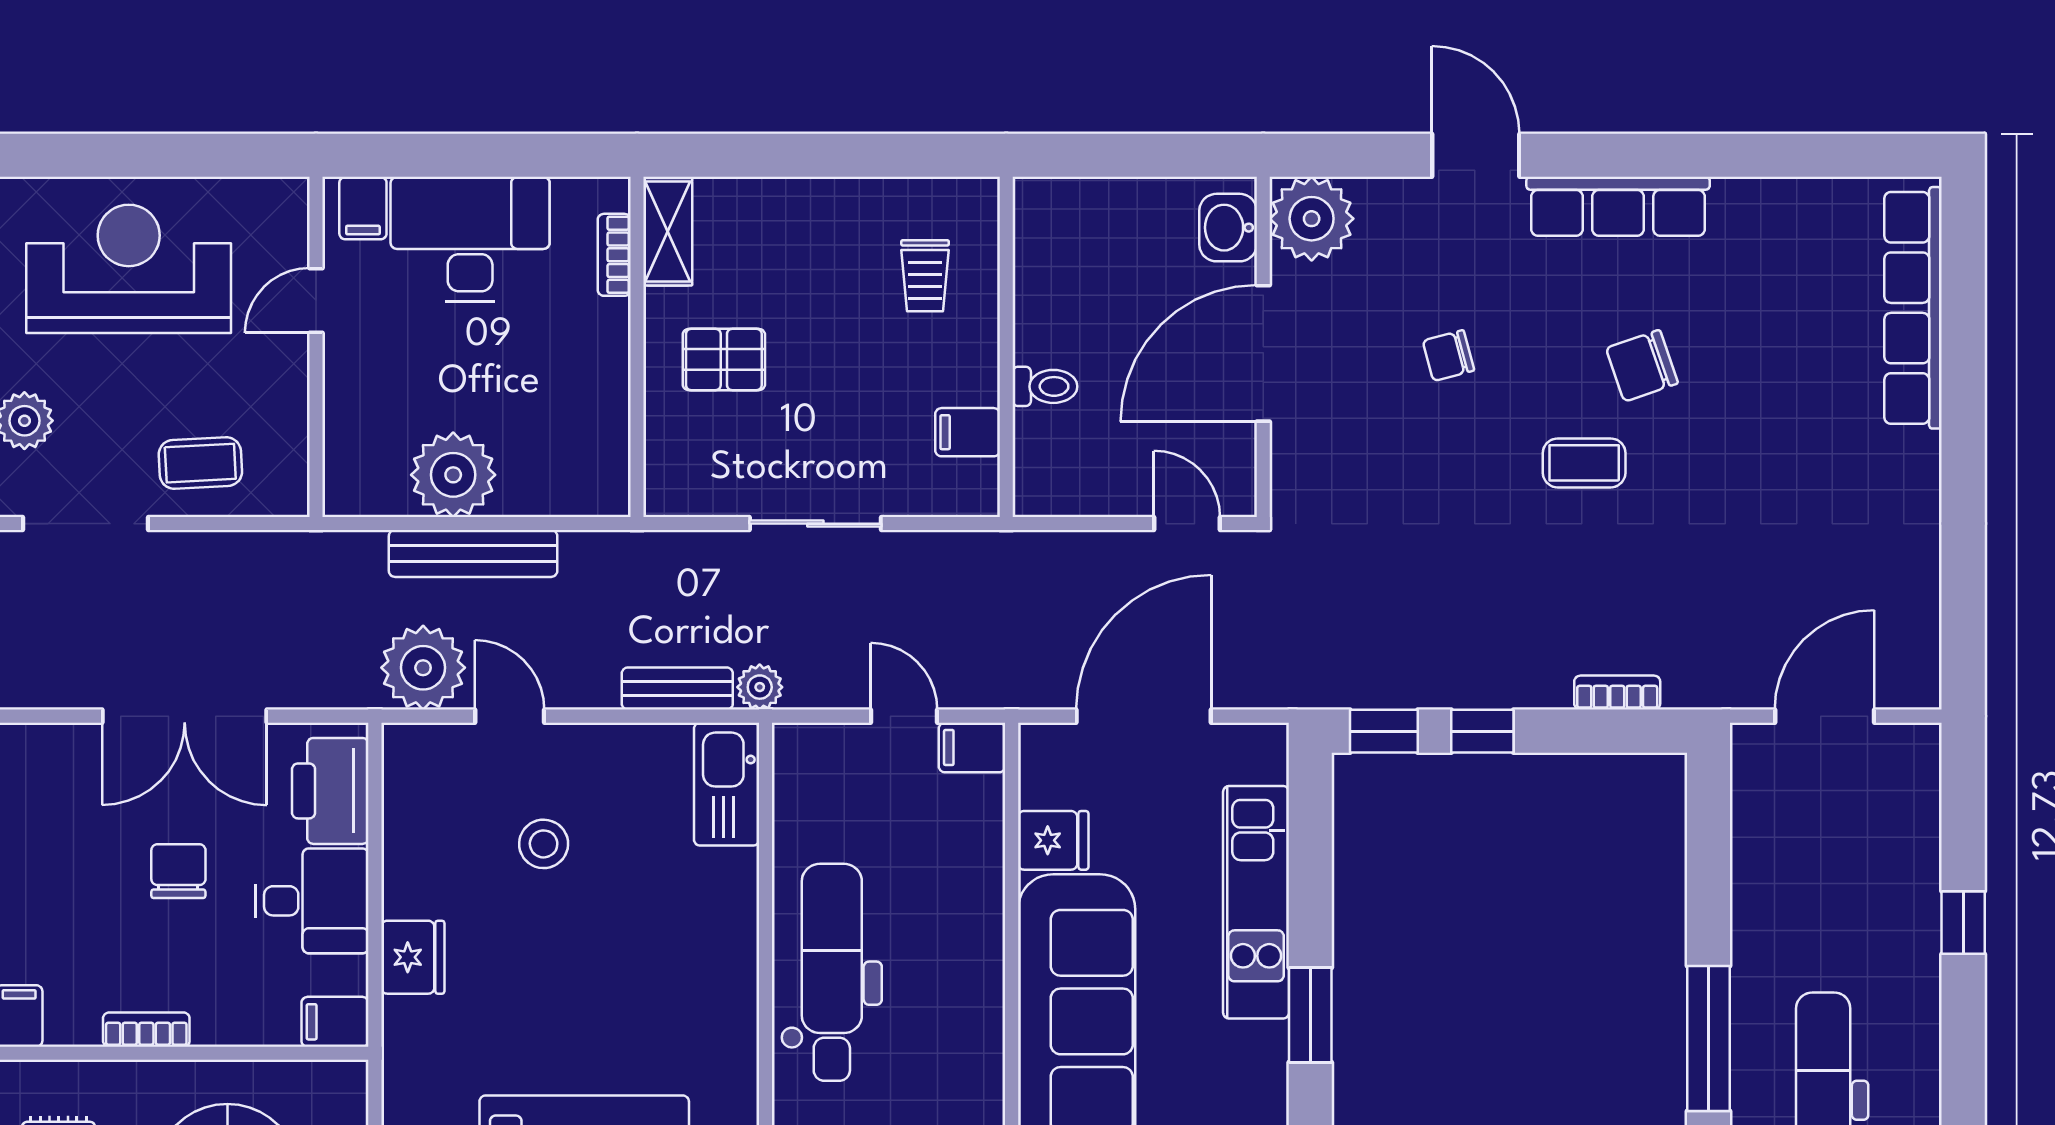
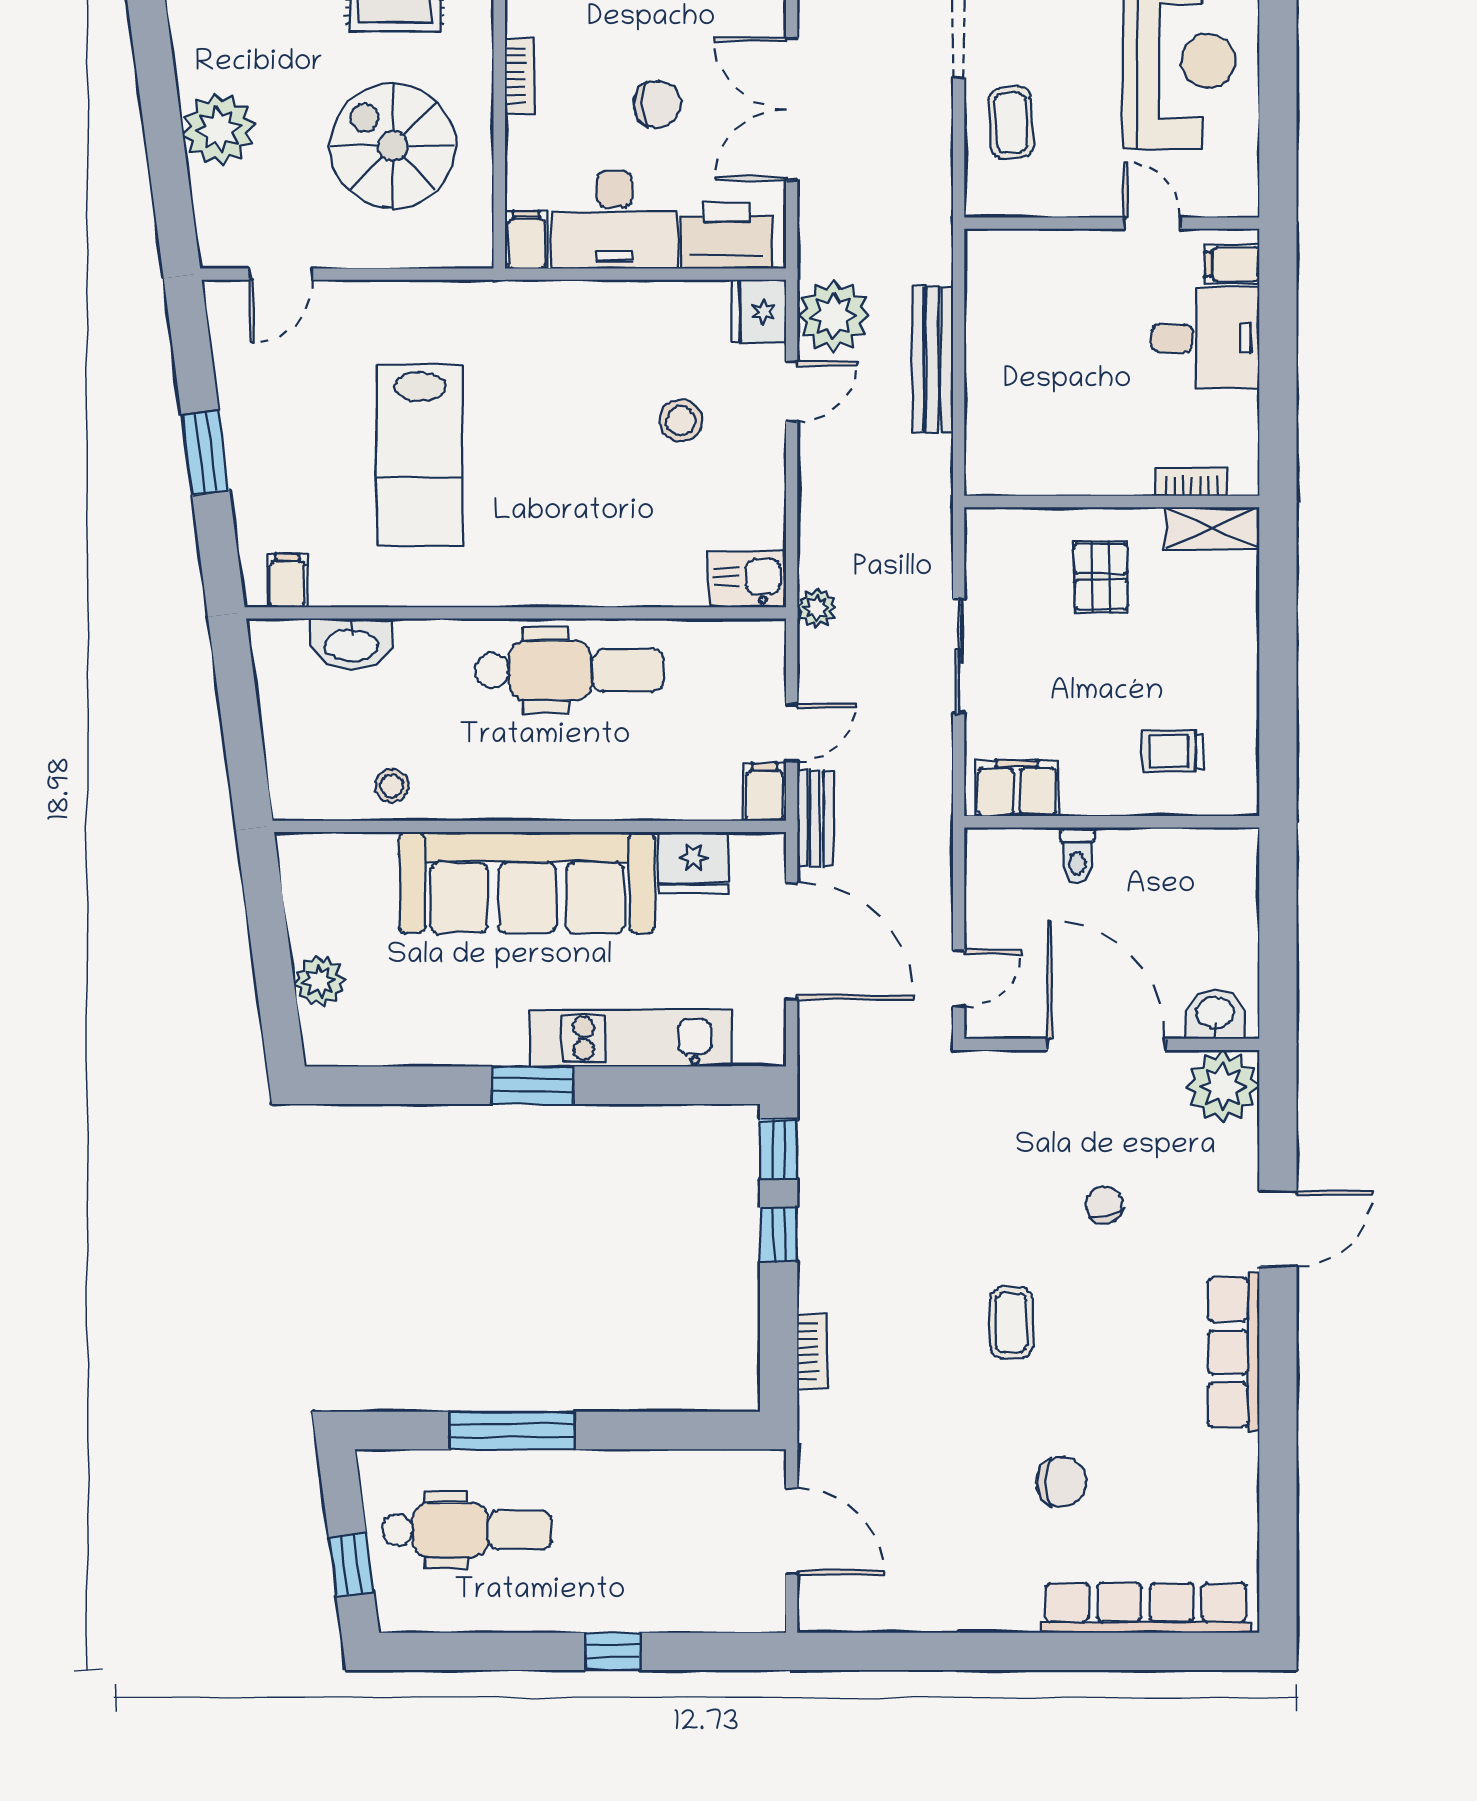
desk: (470, 239) -> (1205, 338), width x0.73
chair: (1642, 366) -> (1061, 1482), moved, turned 109
filing cabinet: (968, 432) -> (1017, 788), width x2.00
plant: (453, 475) -> (1001, 342), removed
bench: (677, 689) -> (815, 818), moved
kitchen sink: (727, 784) -> (747, 579), width x0.73
fridge: (1053, 840) -> (694, 862), width x1.38
desk: (312, 901) -> (614, 219), width x1.37
fridge: (413, 957) -> (759, 311), moved, turned 90

